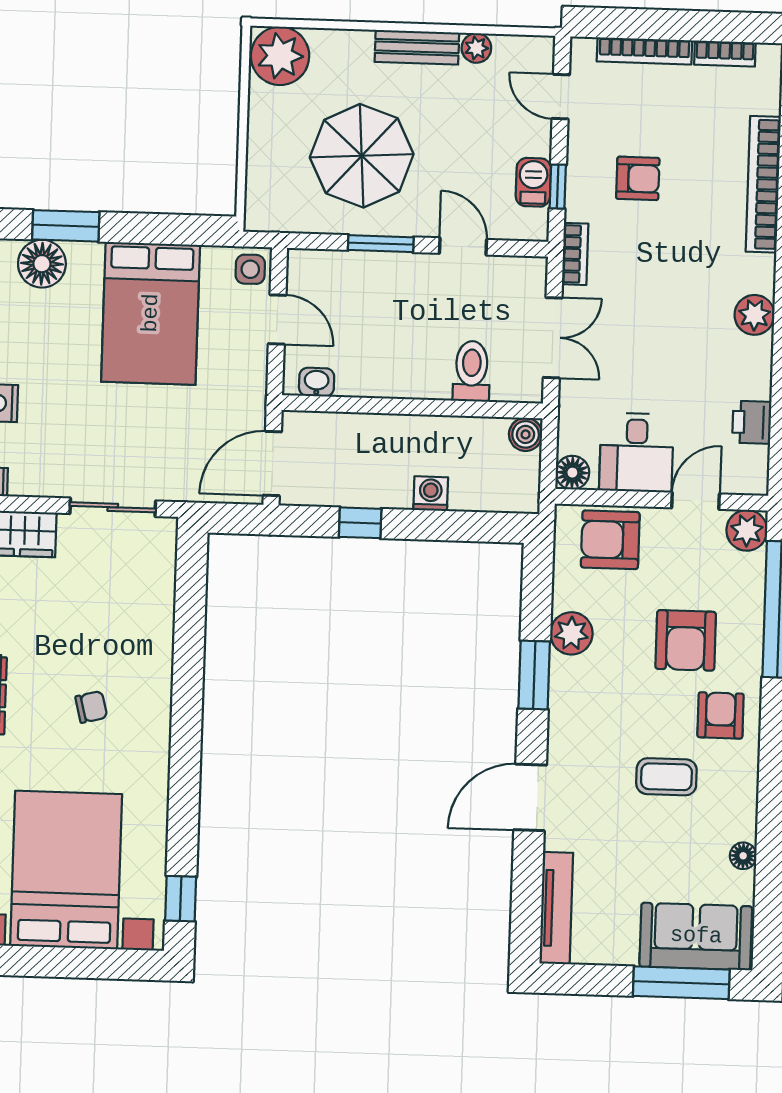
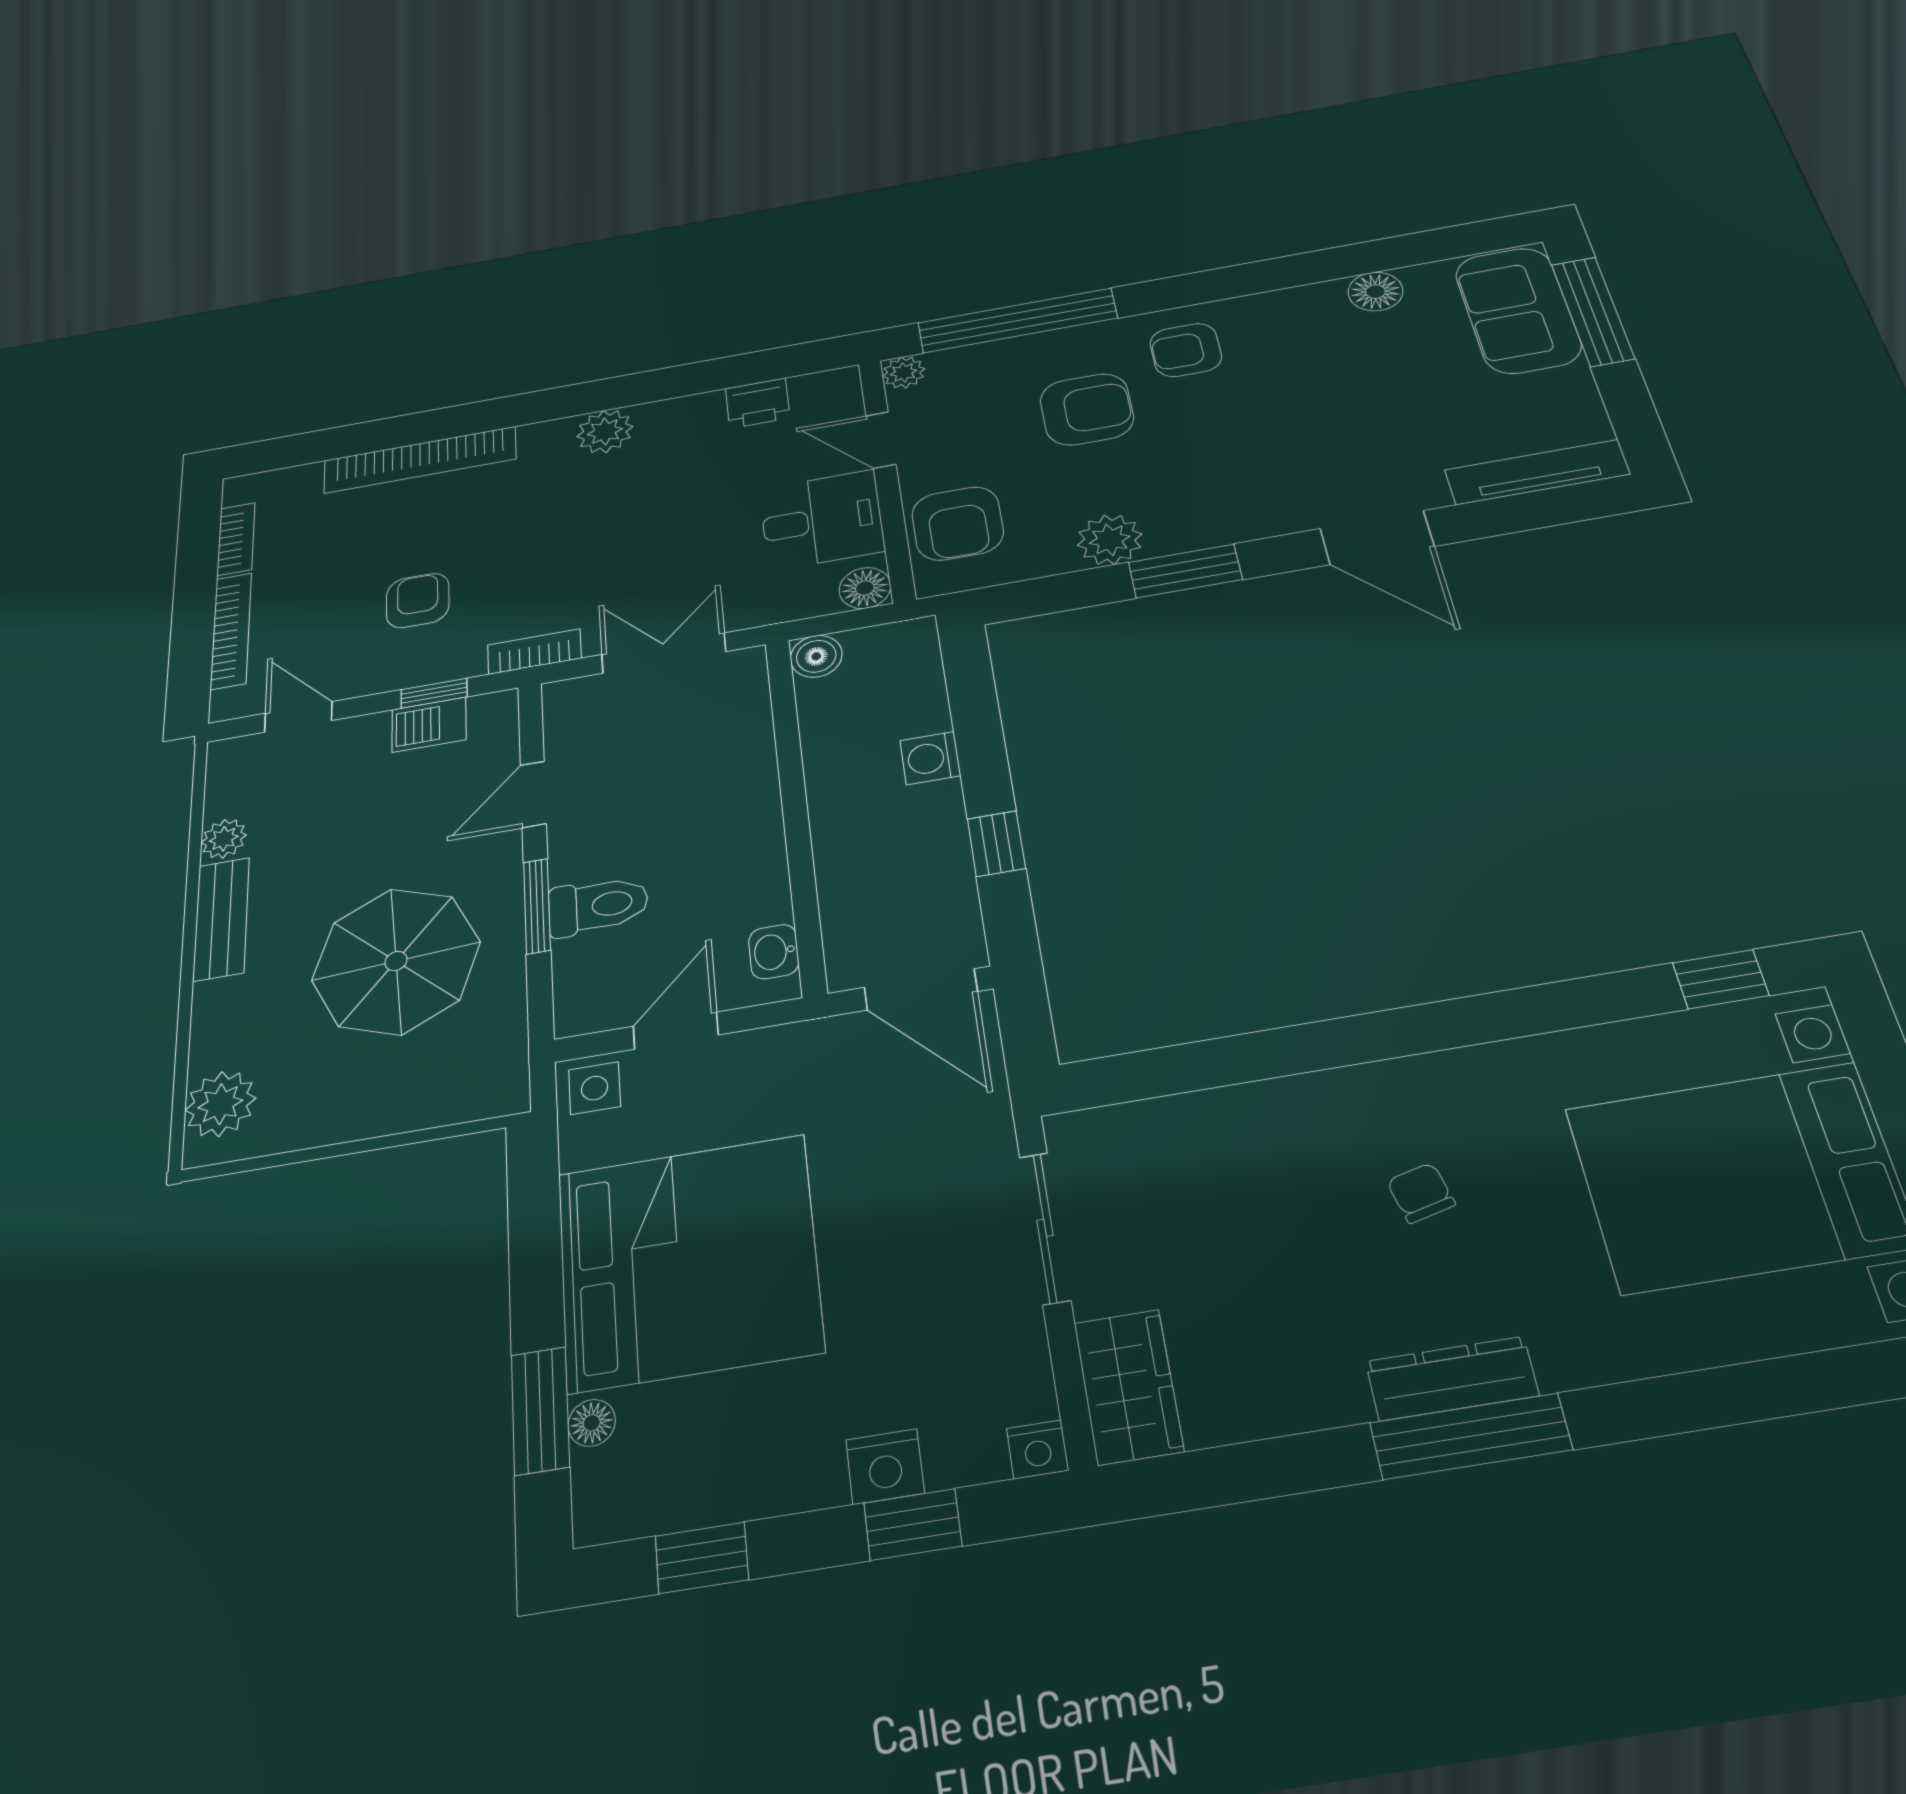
plant: (280, 56) -> (220, 1104), width x0.73, depth x0.73
door: (561, 97) -> (298, 717), swing flipped
floor lamp: (42, 264) -> (592, 1423), width x0.53, depth x0.53
bed: (151, 313) -> (688, 1262), width x1.36
toilet: (472, 371) -> (598, 906), moved, turned 180
plant: (747, 530) -> (904, 372), width x0.73, depth x0.73
coffee table: (666, 777) -> (1294, 389), removed
floor lamp: (743, 856) -> (1375, 292), width x1.37, depth x1.37

